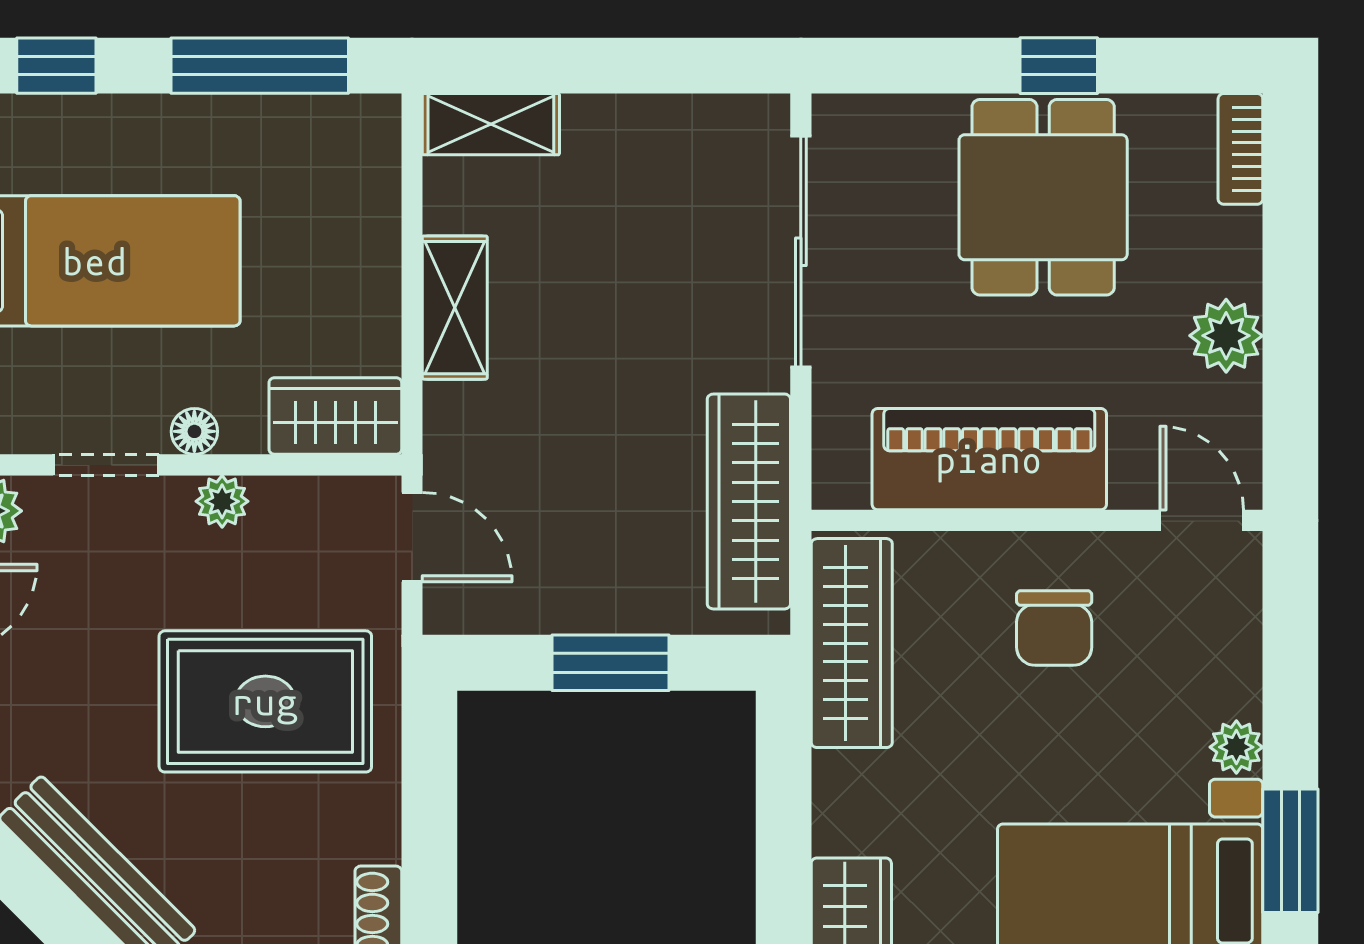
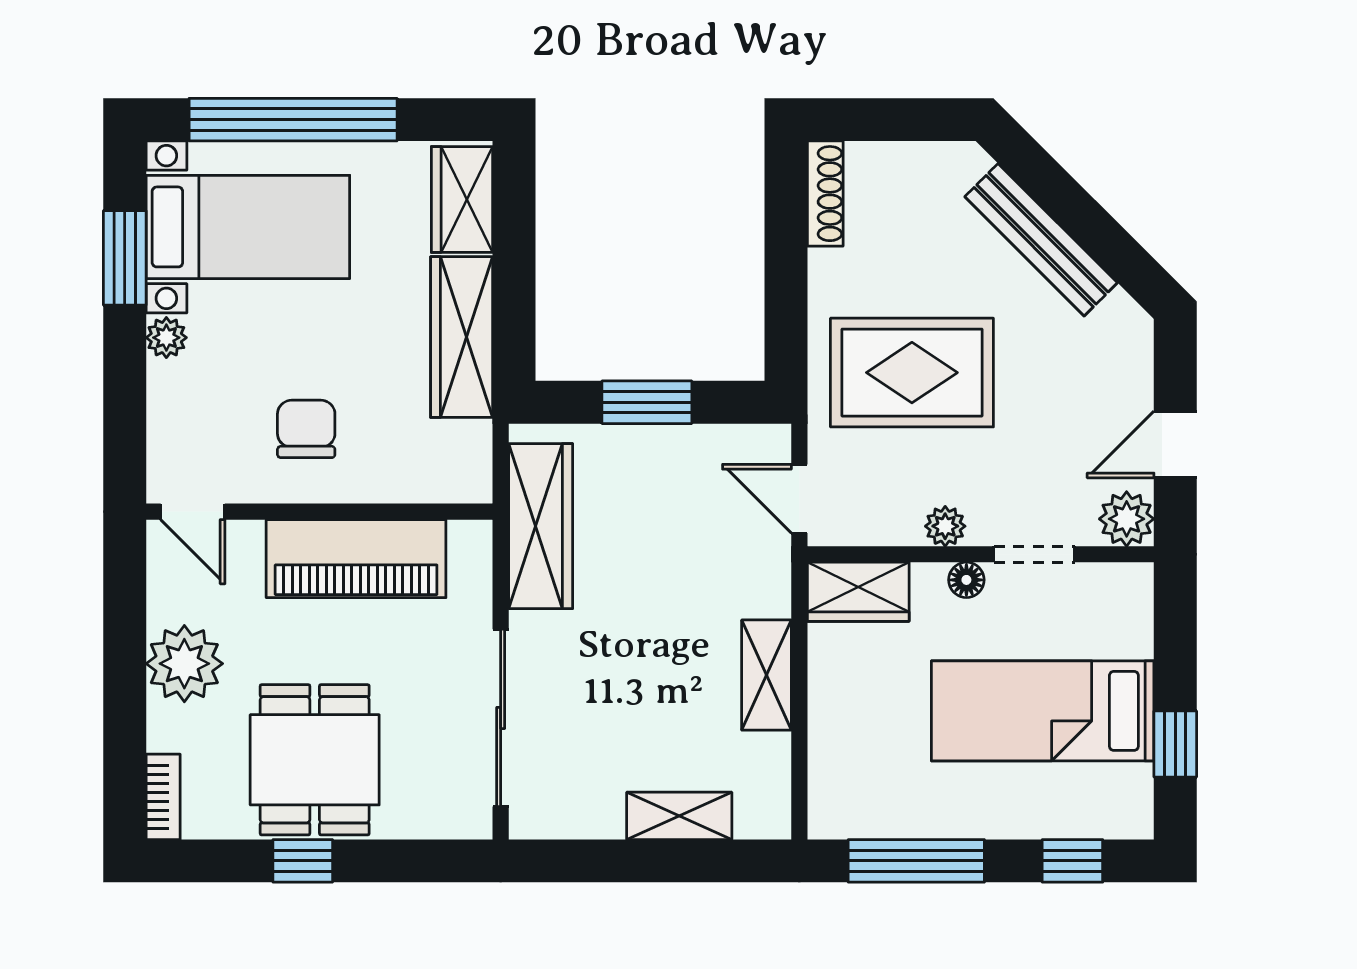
shelving: (491, 124) -> (679, 816), moved
plant: (1226, 336) -> (184, 664), width x1.36, depth x1.36
wardrobe: (852, 643) -> (462, 337), moved

